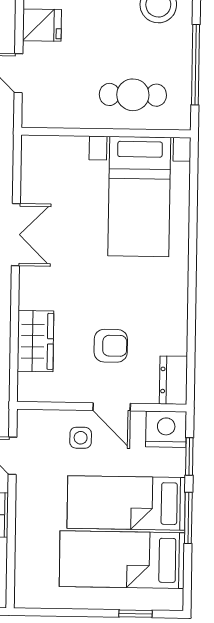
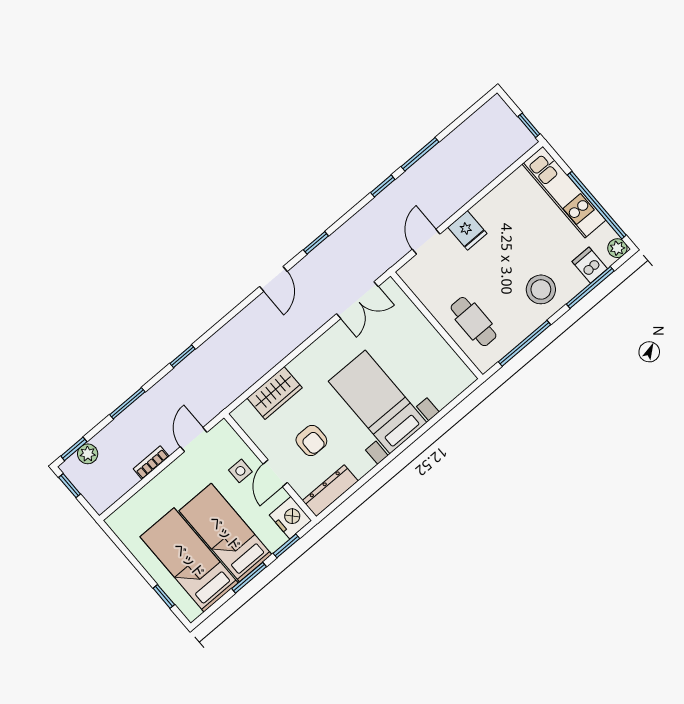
bed with nightstands: (139, 197) -> (378, 402), moved, turned 90
double door: (16, 235) -> (357, 300), moved
dresser: (173, 380) -> (330, 491), width x1.44

